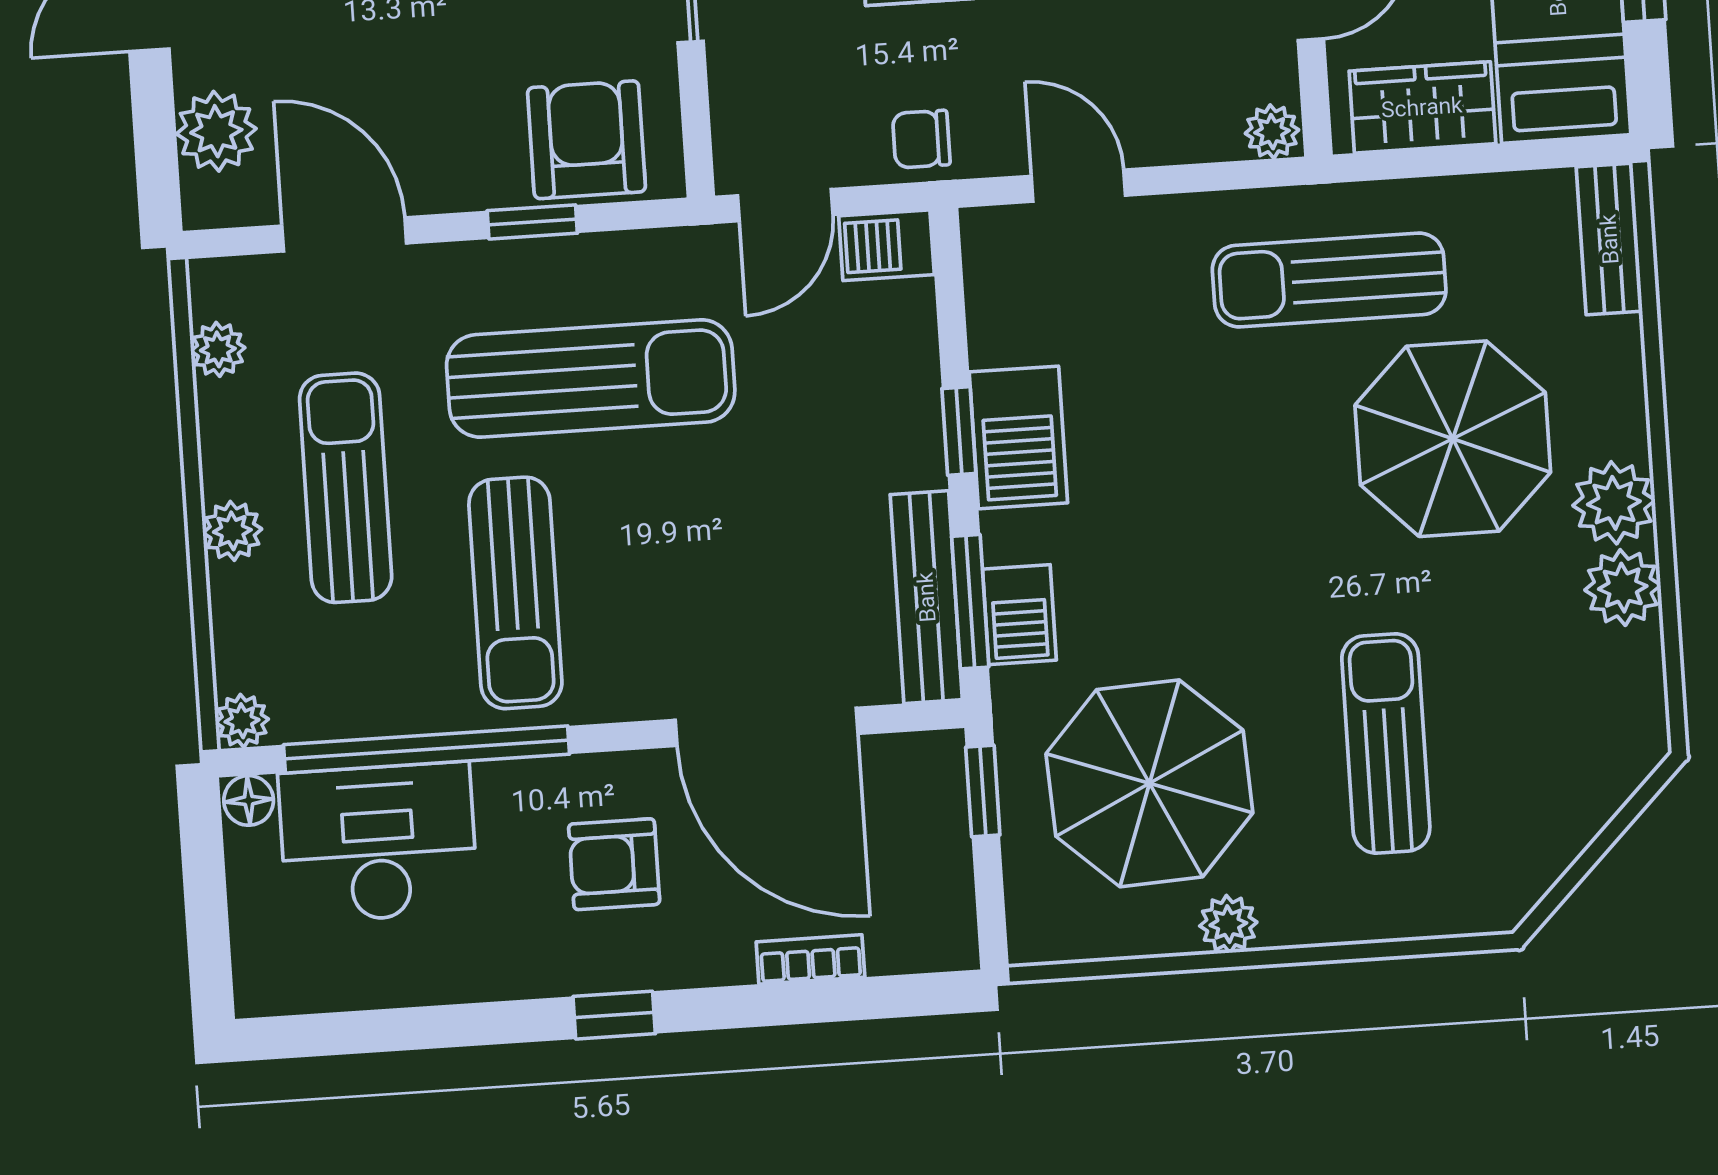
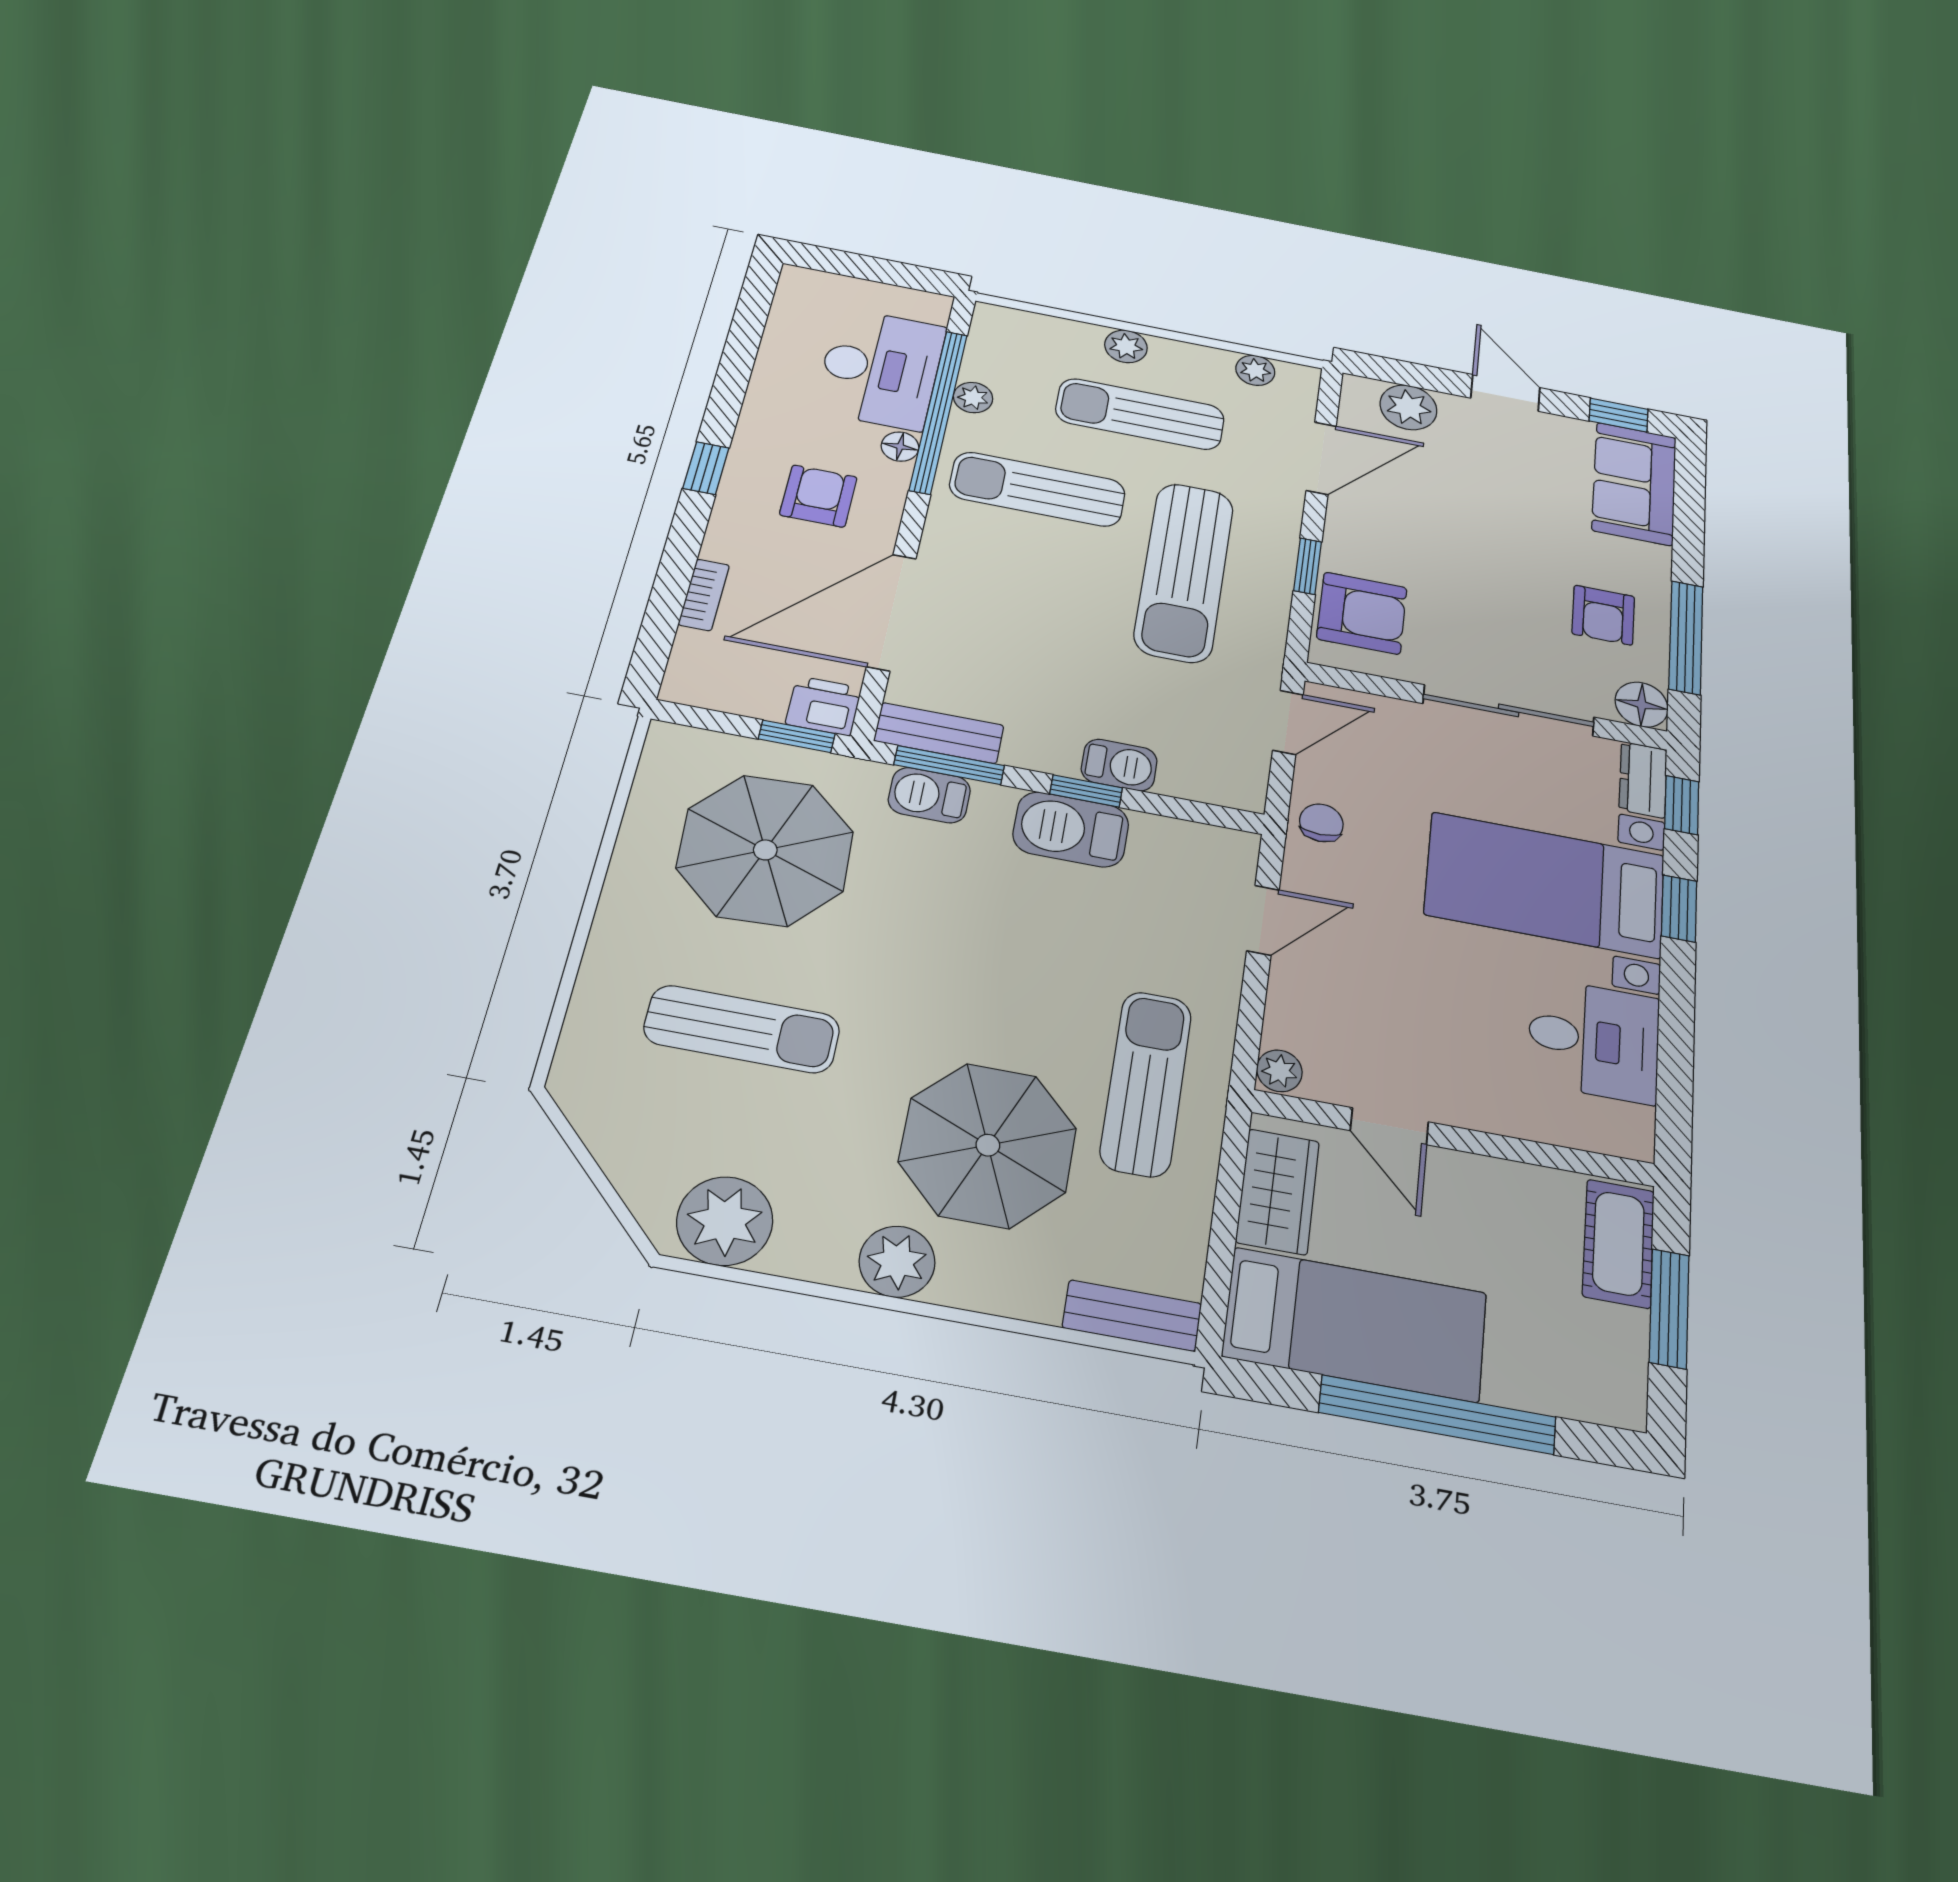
door: (785, 205) -> (1288, 722), swing flipped
barbecue: (886, 245) -> (1119, 765), moved, turned 90
sun lounger: (346, 488) -> (1140, 414), turned 180
plant: (1623, 588) -> (725, 1221), moved, width x1.36, depth x1.36
bench: (926, 597) -> (939, 733), width x0.73
plant: (242, 721) -> (973, 398), moved
printer: (930, 771) -> (824, 706), added
floor lamp: (249, 800) -> (900, 447), moved
plant: (1228, 924) -> (630, 877), removed

